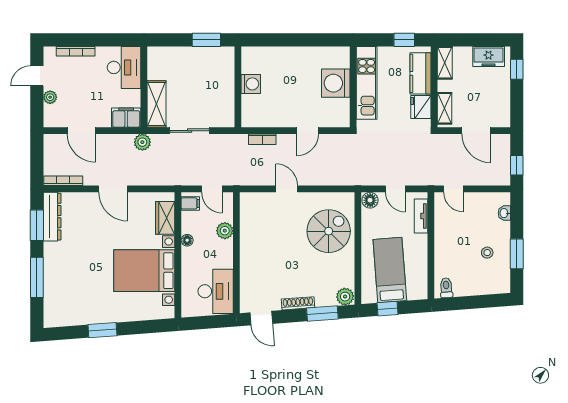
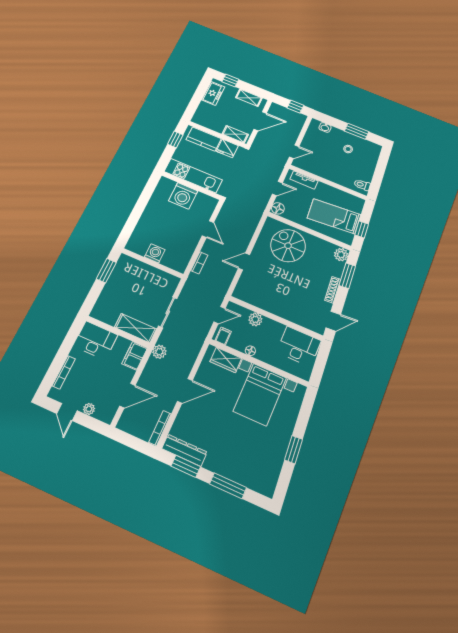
shelving: (445, 63) -> (249, 98), moved

